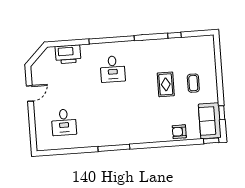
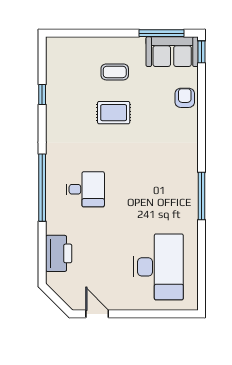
door: (30, 93) -> (97, 314), moved
window: (222, 113) -> (162, 33), width x2.17
desk: (64, 122) -> (158, 267), width x1.87, depth x1.30
armchair: (179, 132) -> (185, 98), turned 180

